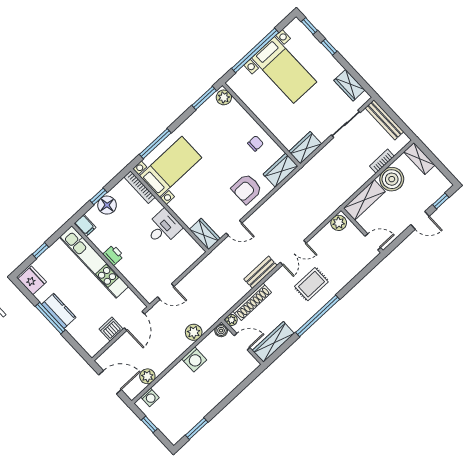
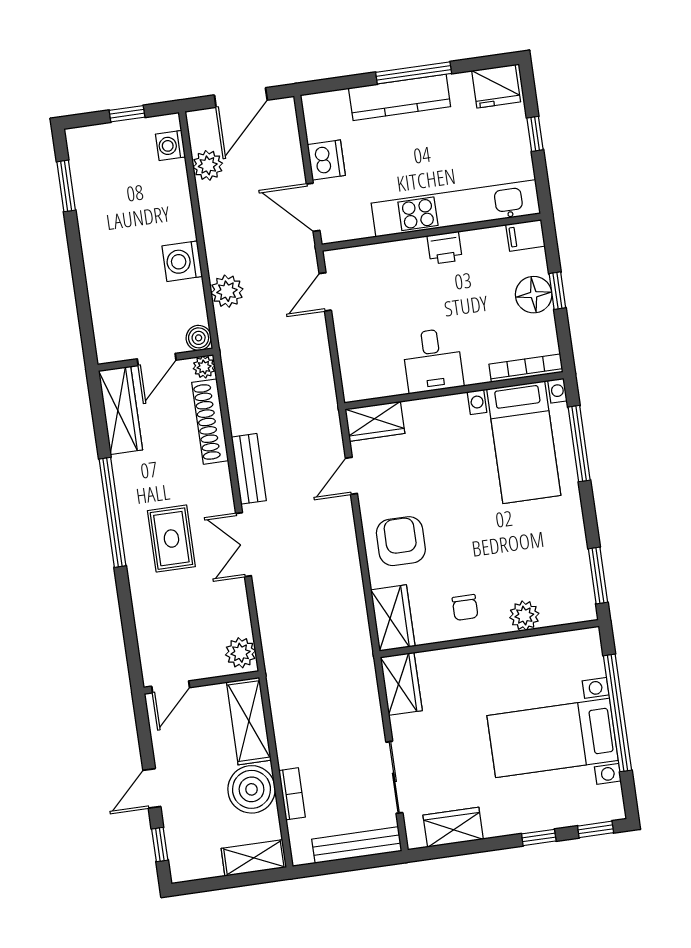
plant: (224, 97) -> (524, 616), moved
kitchen counter: (59, 311) -> (400, 97), width x1.50

